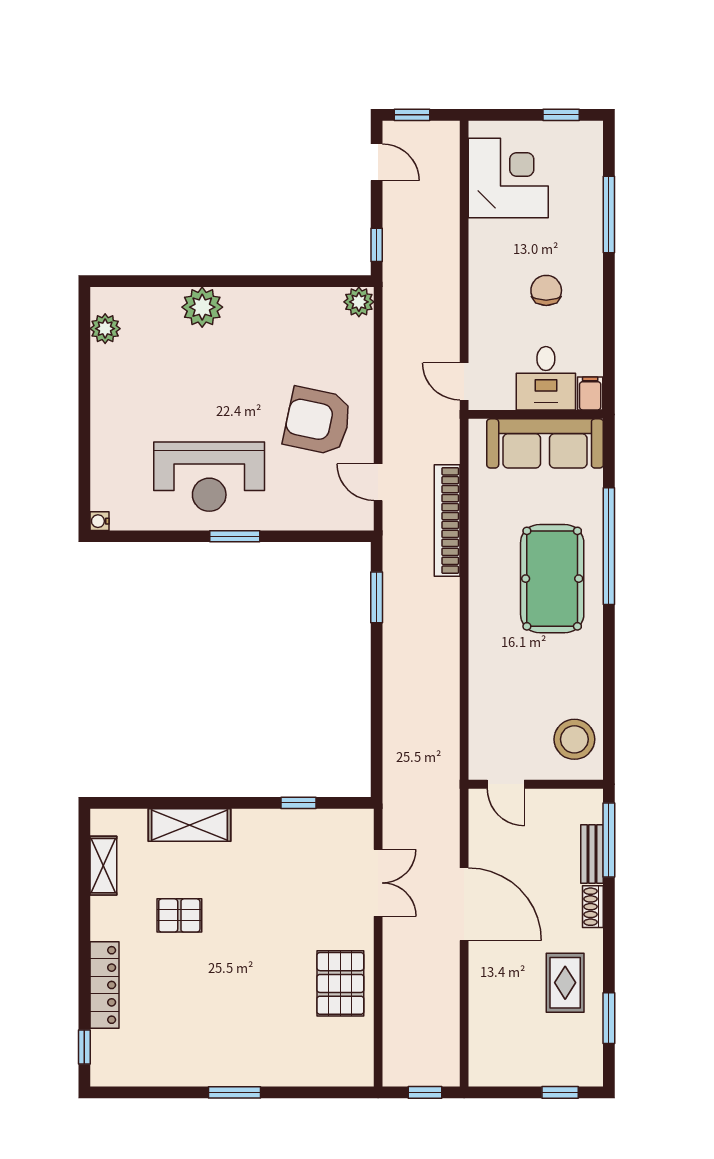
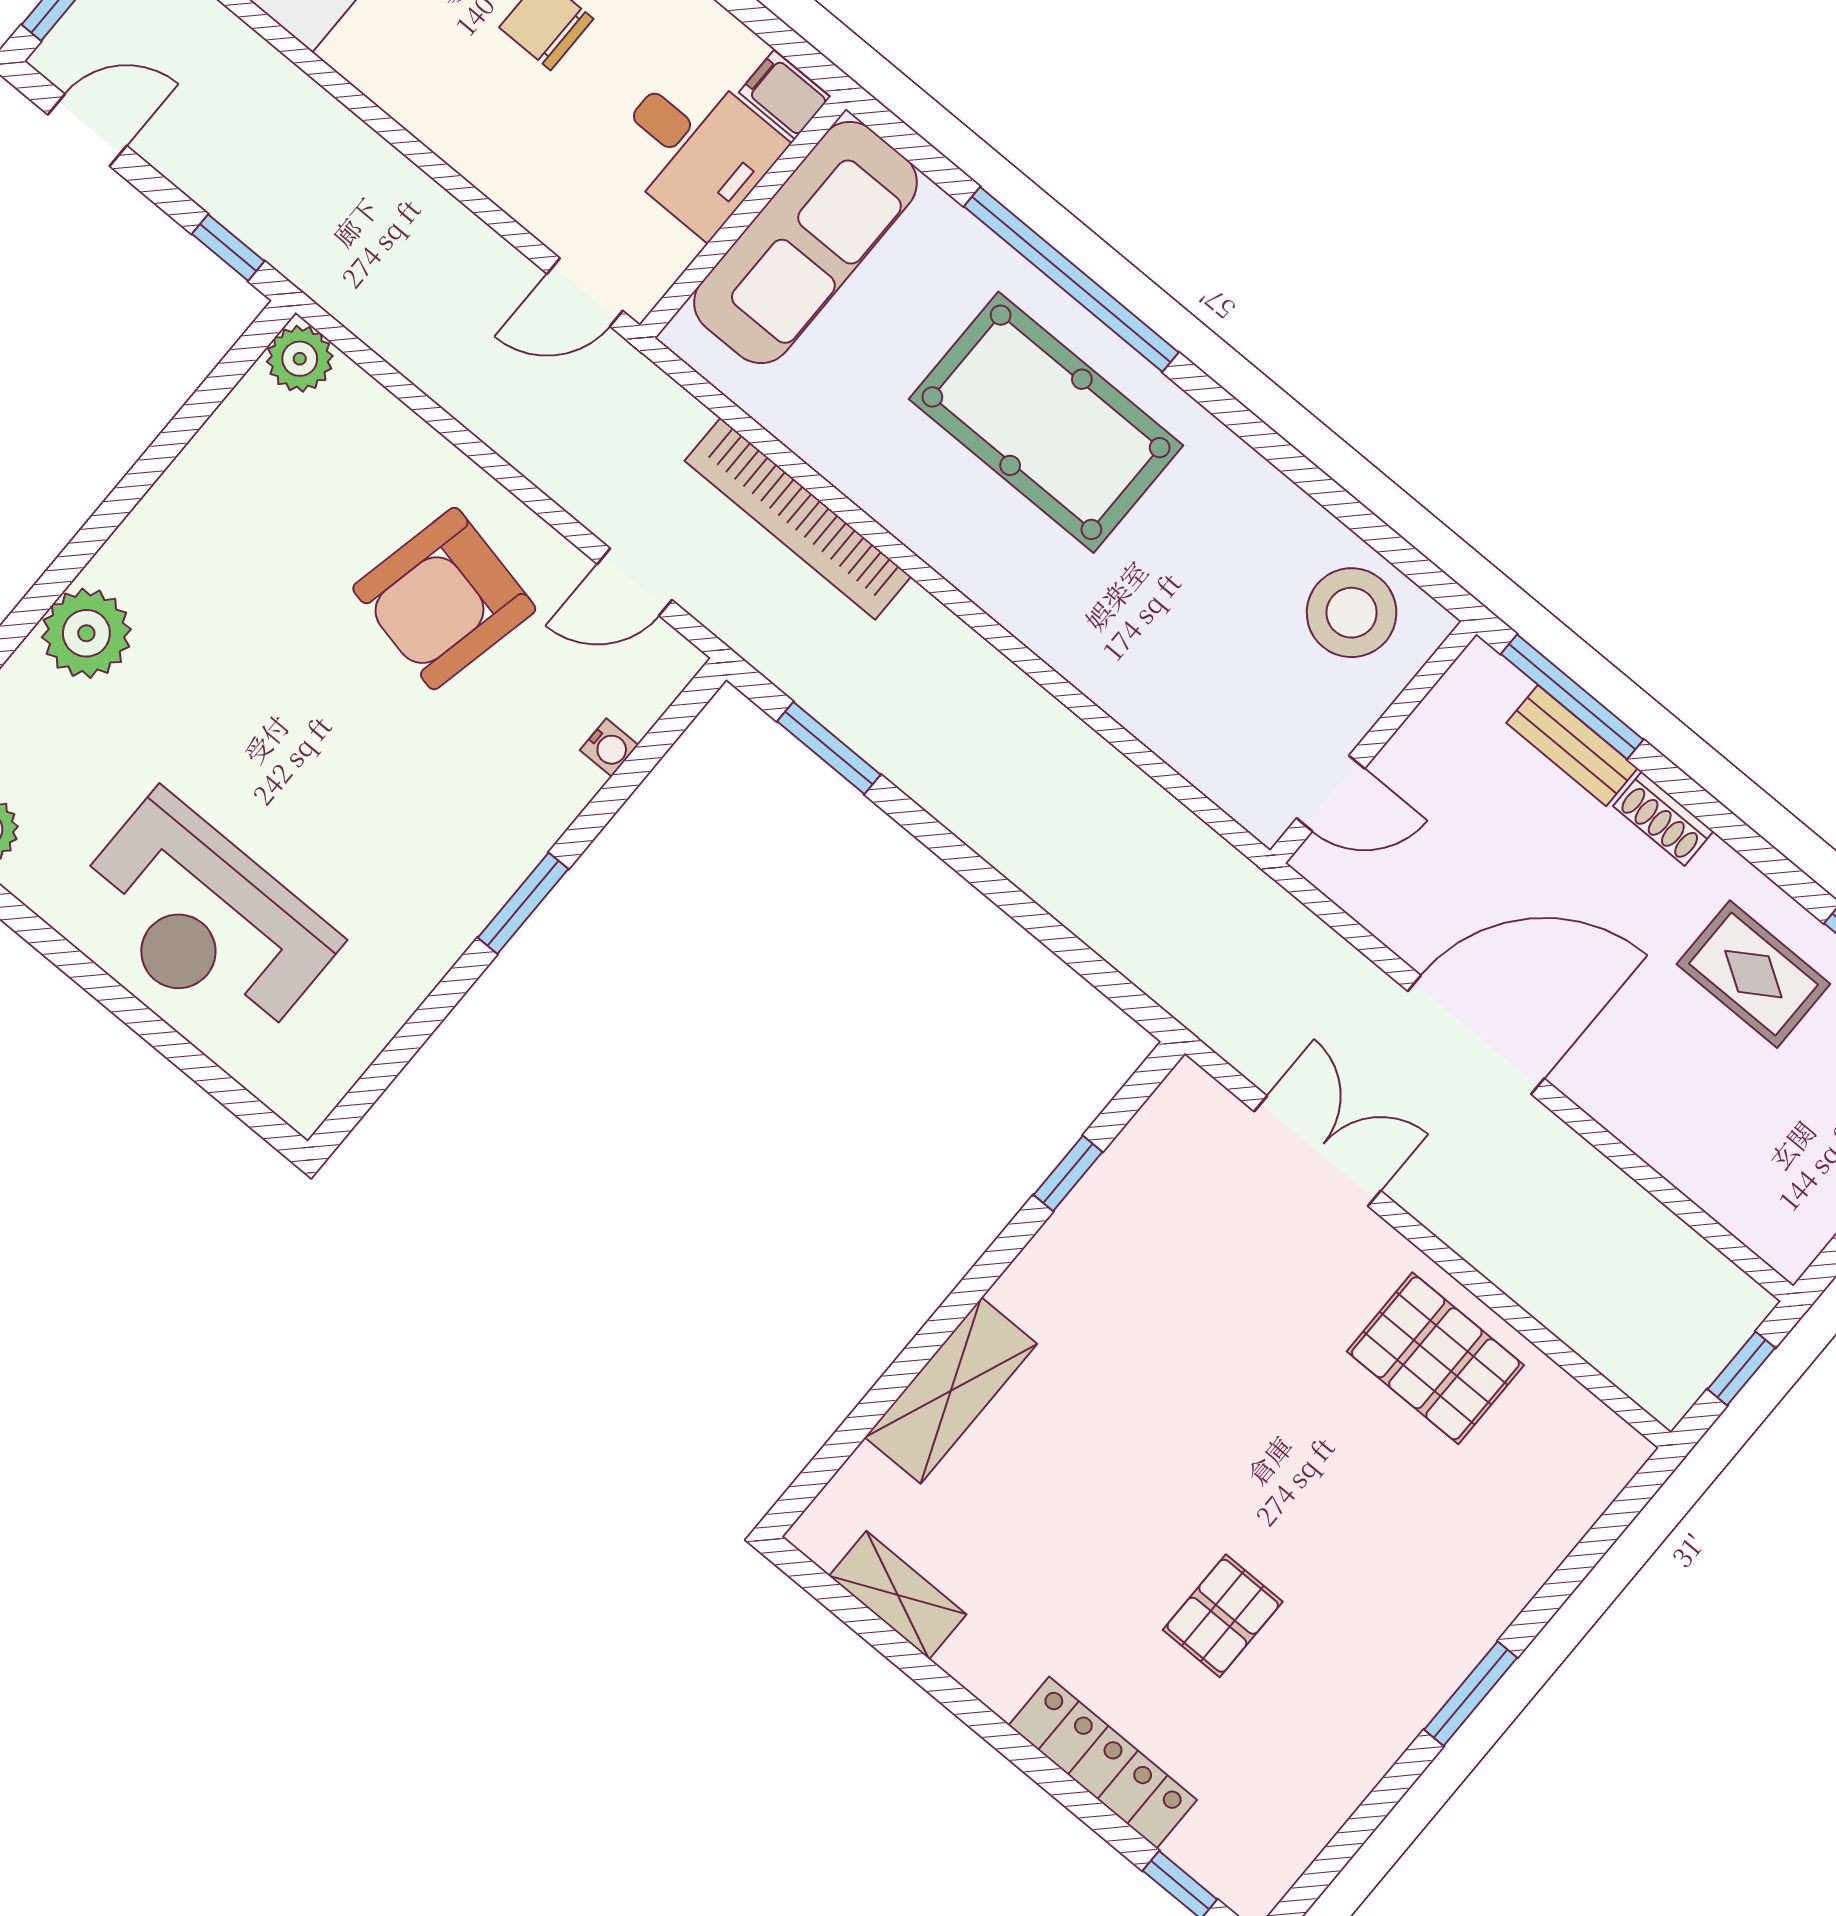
reception desk: (209, 477) -> (204, 921), moved, turned 90
water cooler: (99, 521) -> (609, 748), moved, turned -90
pallet: (179, 915) -> (1223, 1616), moved

